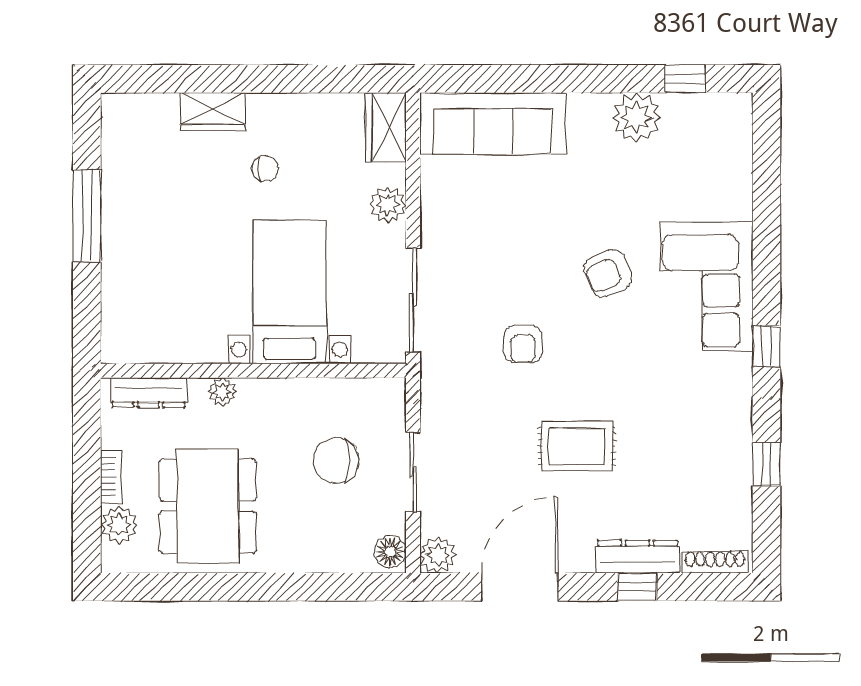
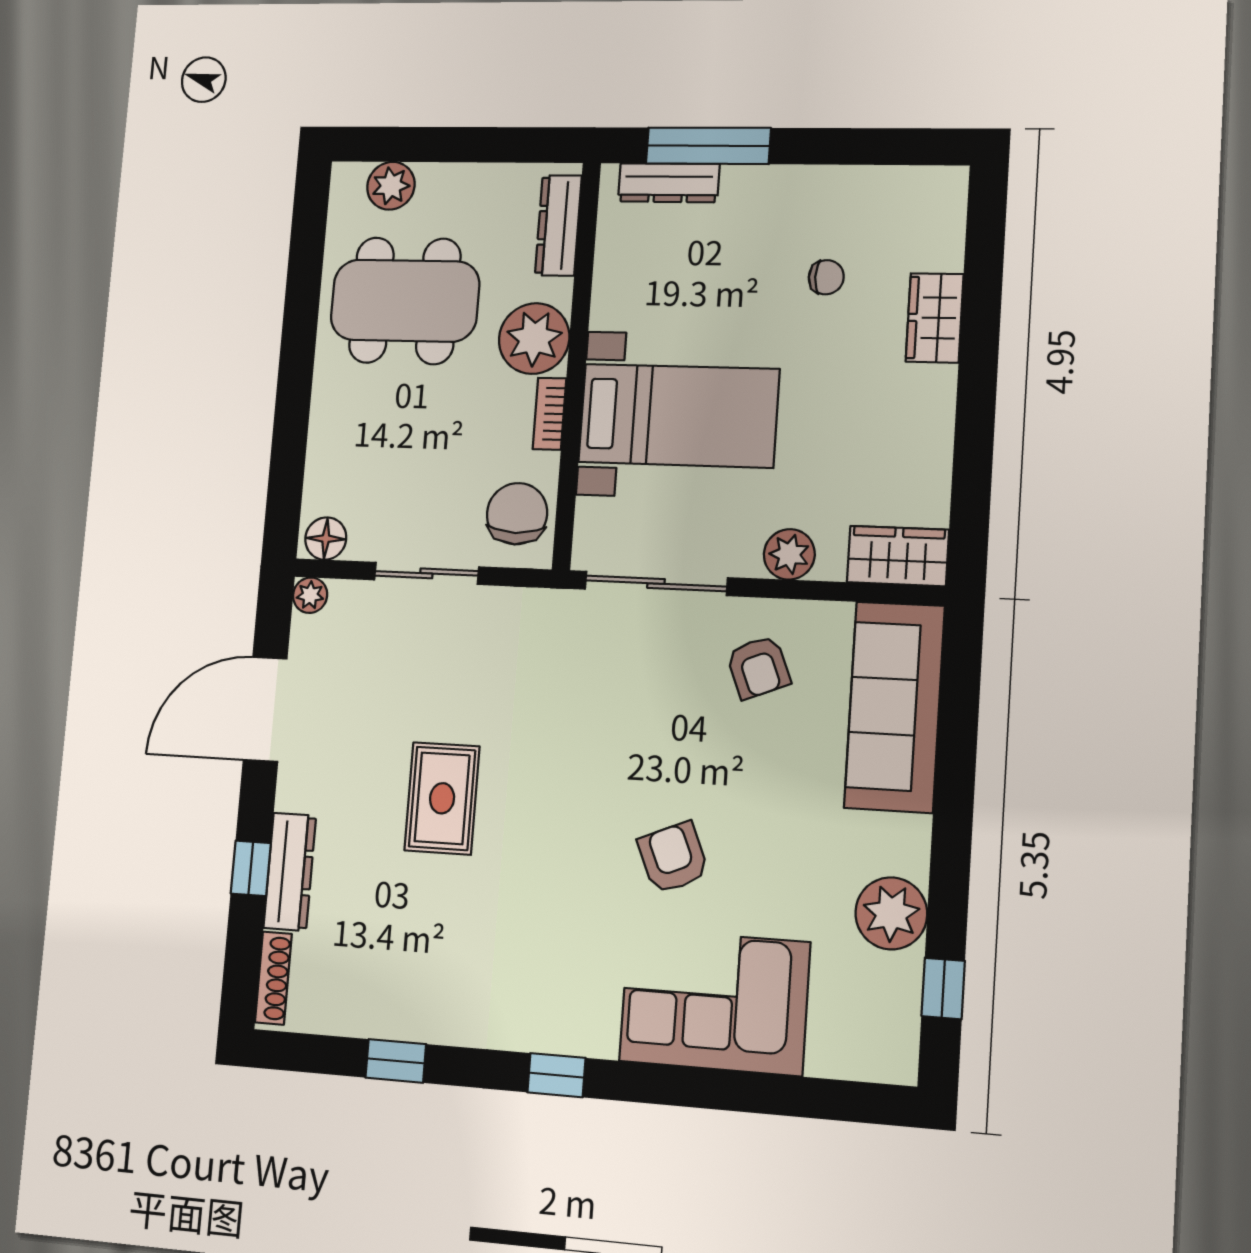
chair: (265, 169) -> (826, 277), moved, turned -90
window: (87, 216) -> (708, 146), moved
corner sofa: (707, 286) -> (714, 1002), moved
dresser: (115, 312) -> (669, 183), added
armchair: (523, 344) -> (758, 667), moved, turned -112
plant: (222, 392) -> (534, 339), width x1.87, depth x1.87
chair: (336, 461) -> (517, 514), moved
bookcase: (111, 477) -> (549, 414), moved, turned 90
plant: (438, 555) -> (310, 595), width x0.73, depth x0.73
door: (520, 587) -> (265, 709), swing flipped

